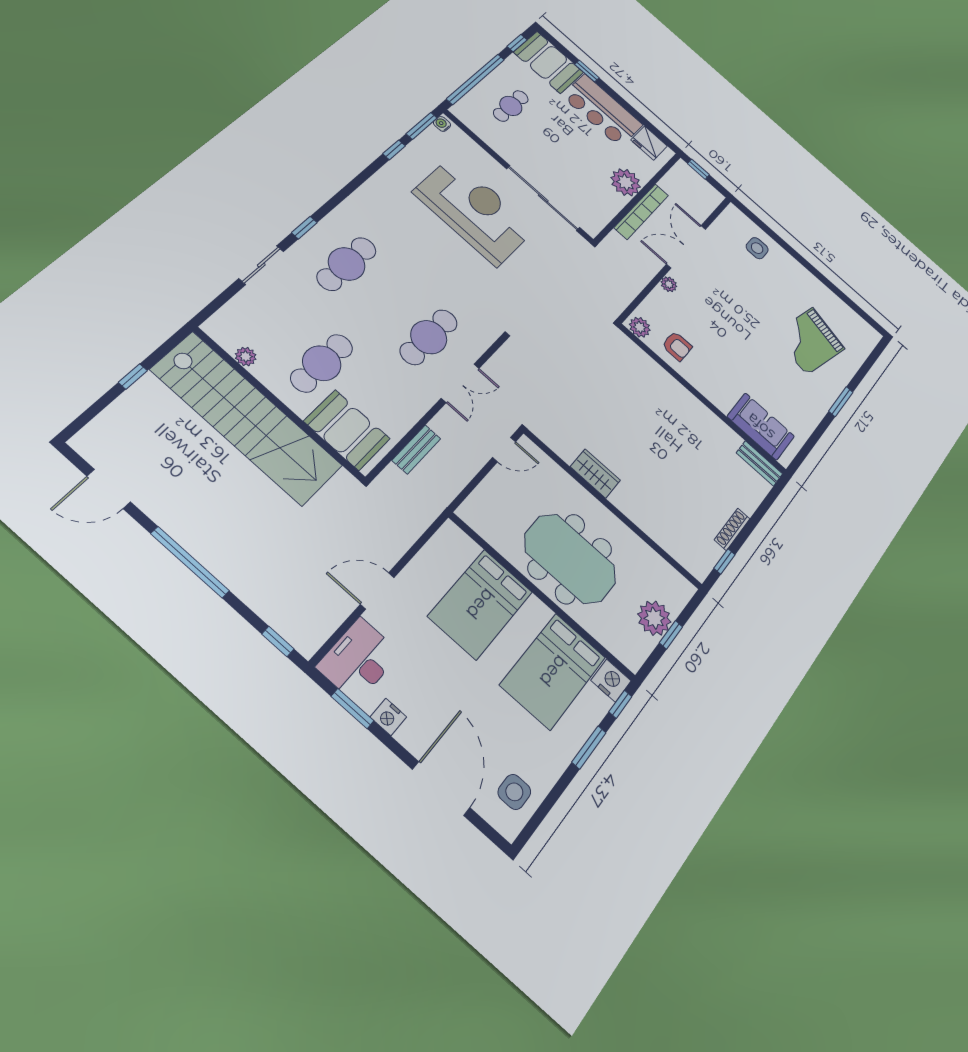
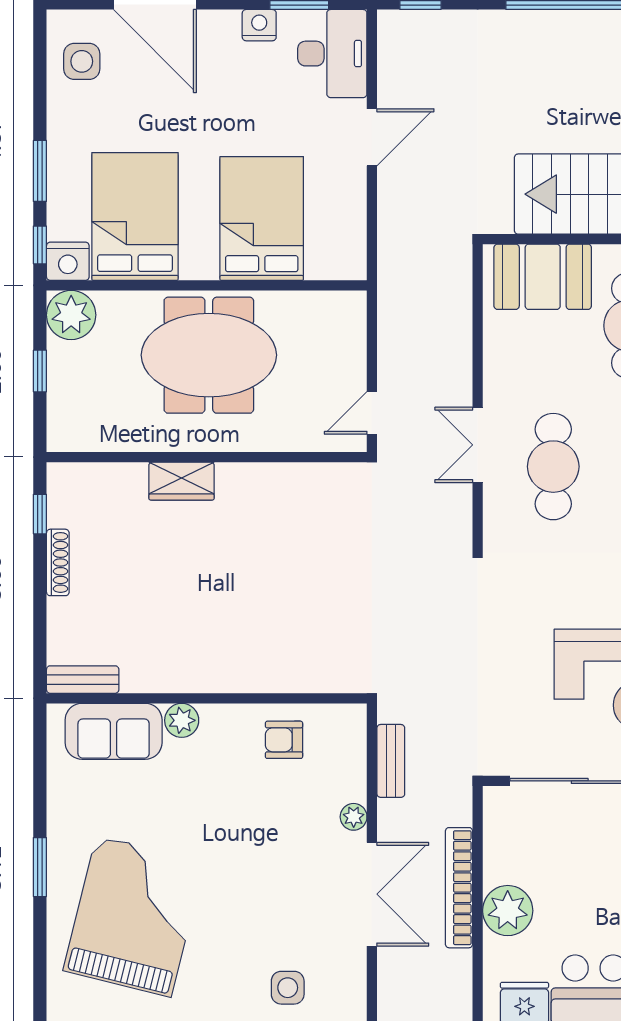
plant: (640, 327) -> (182, 720), moved
grand piano: (810, 341) -> (134, 916), width x1.37, depth x1.48
bench: (416, 449) -> (391, 761), moved
wardrobe: (595, 473) -> (181, 481), moved
plant: (654, 618) -> (71, 315), moved

